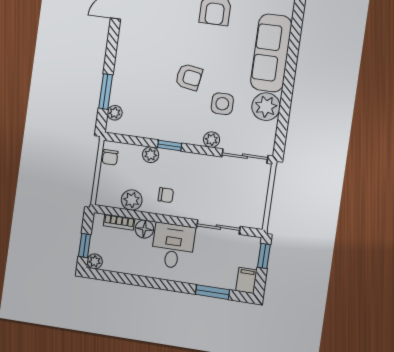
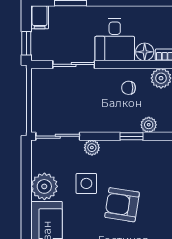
armchair: (189, 77) -> (122, 205), width x1.38, depth x1.38

